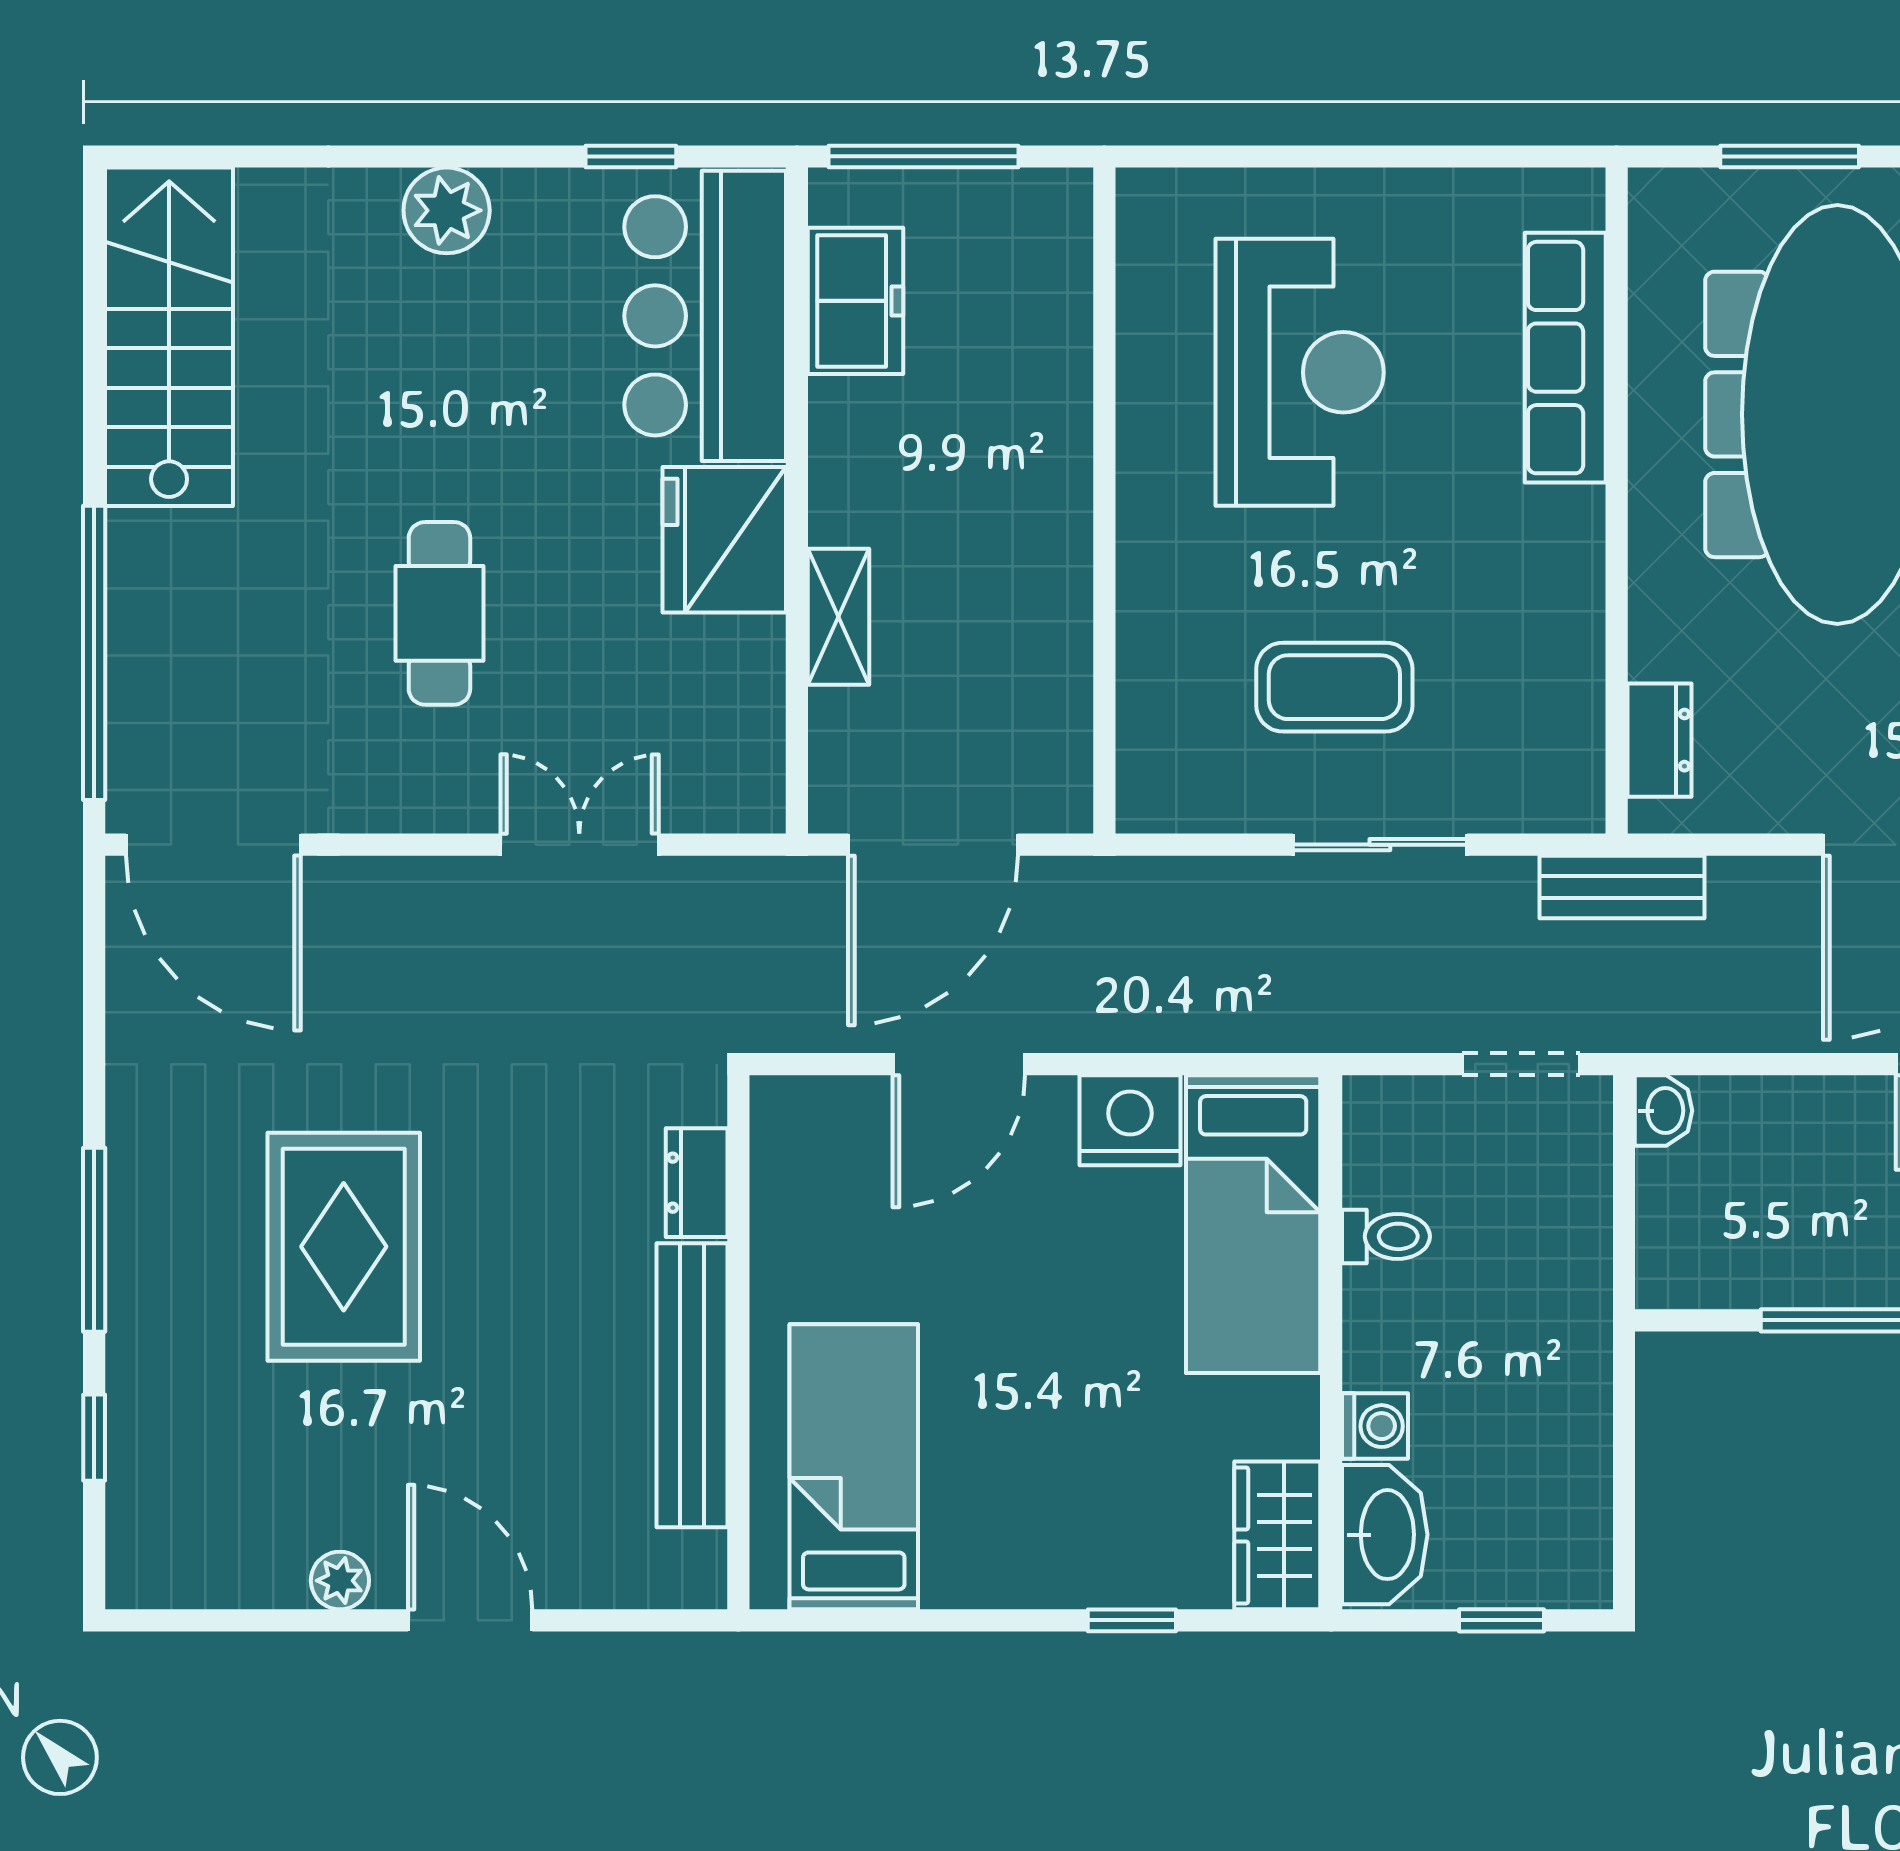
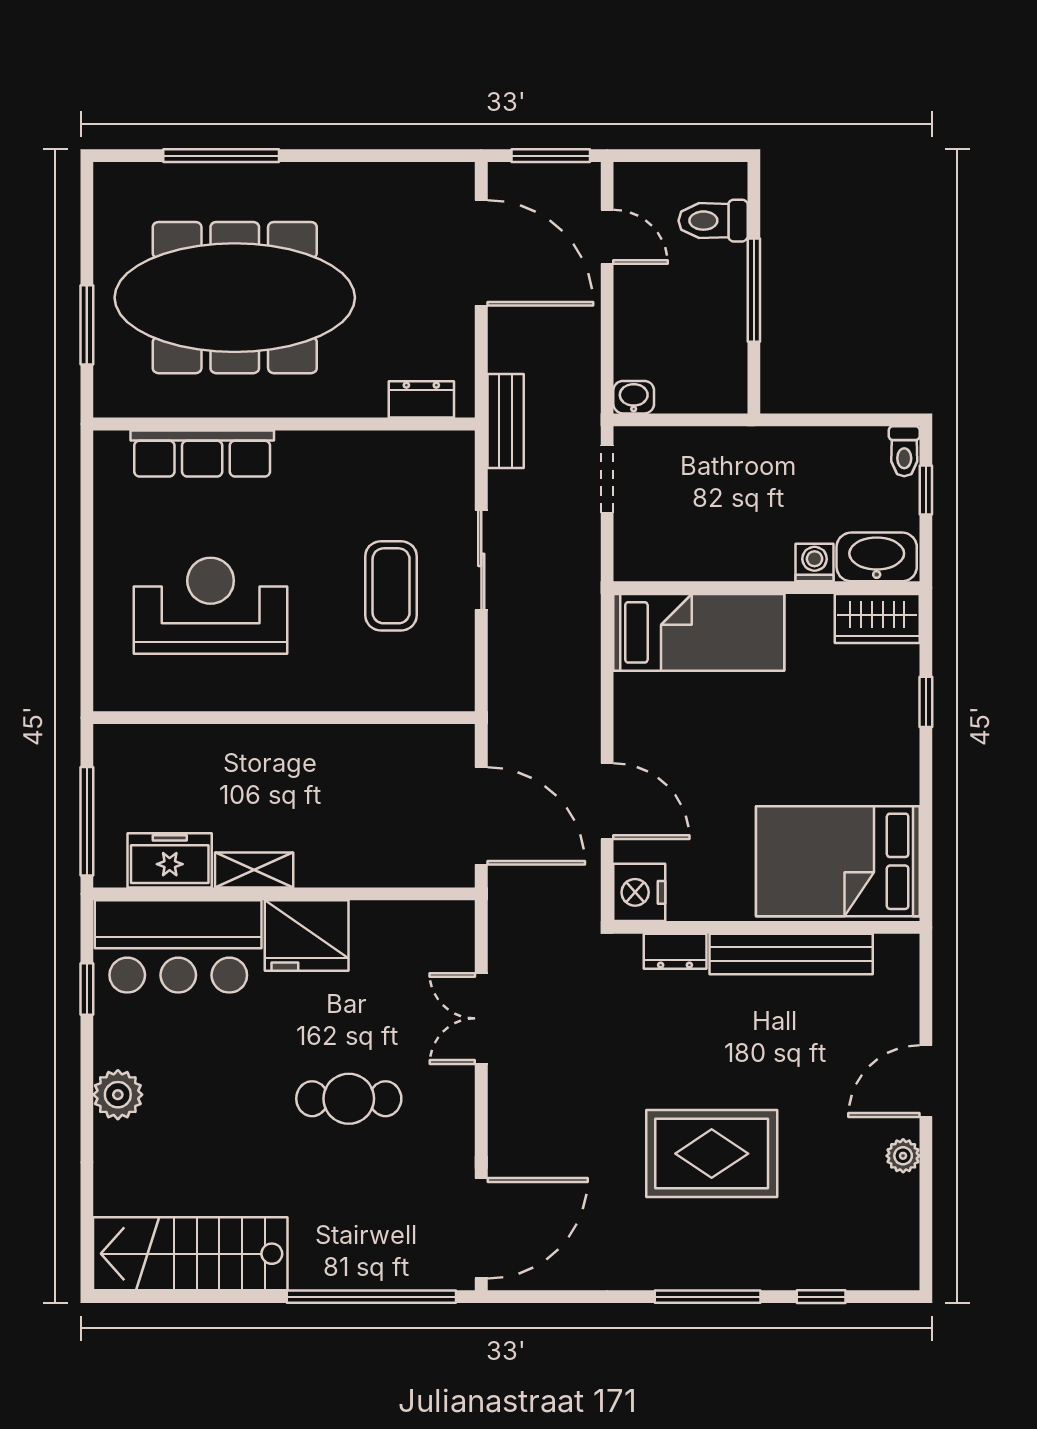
shelving: (838, 617) -> (254, 870), moved
nightstand: (1130, 1120) -> (639, 892), moved
toilet: (1386, 1236) -> (904, 451), moved, turned 180
bed: (854, 1467) -> (838, 861), width x1.50

